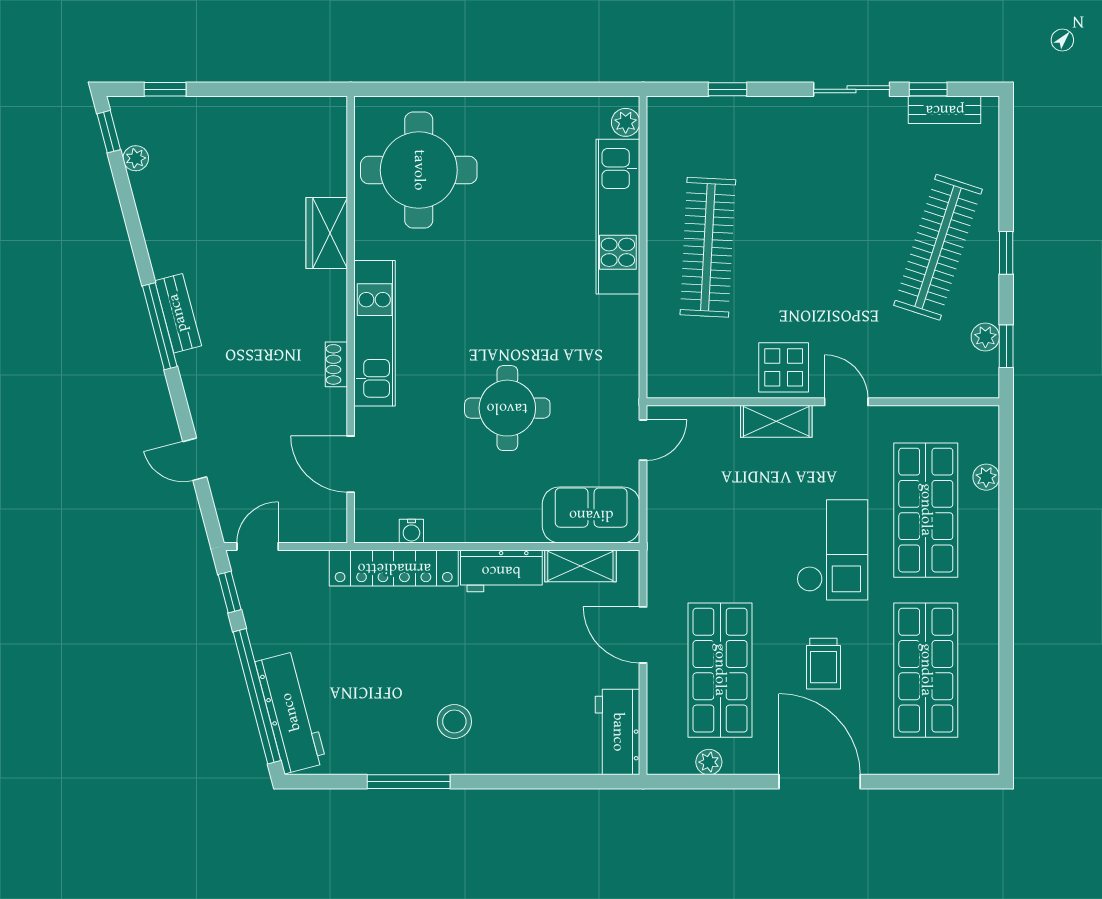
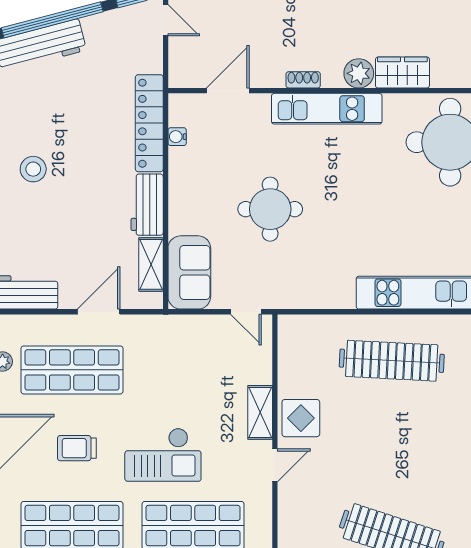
plant: (328, 291) -> (359, 73), added

